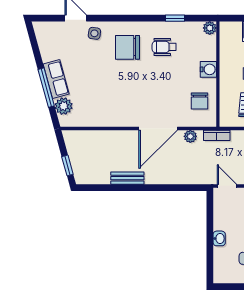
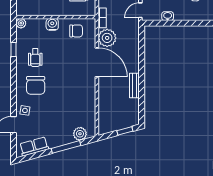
row of seats: (56, 79) -> (34, 146), moved
plant: (190, 136) -> (107, 38), width x1.88, depth x1.88
washbasin: (219, 238) -> (168, 16), moved

